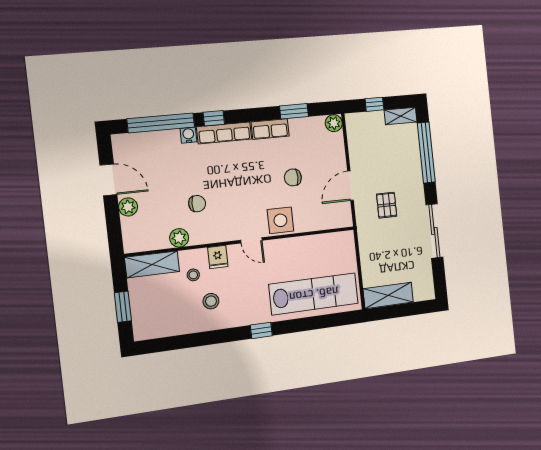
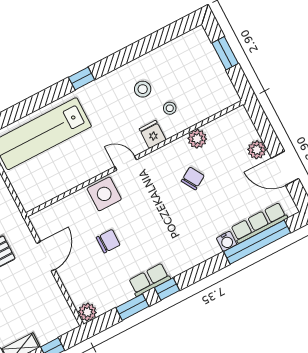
window: (214, 118) -> (167, 289), moved
row of seats: (224, 133) -> (259, 223), moved
chair: (197, 204) -> (193, 178), turned 149
shelving: (152, 264) -> (213, 104), removed

